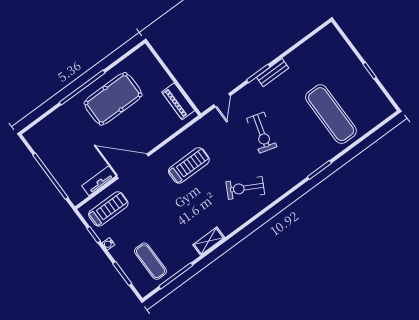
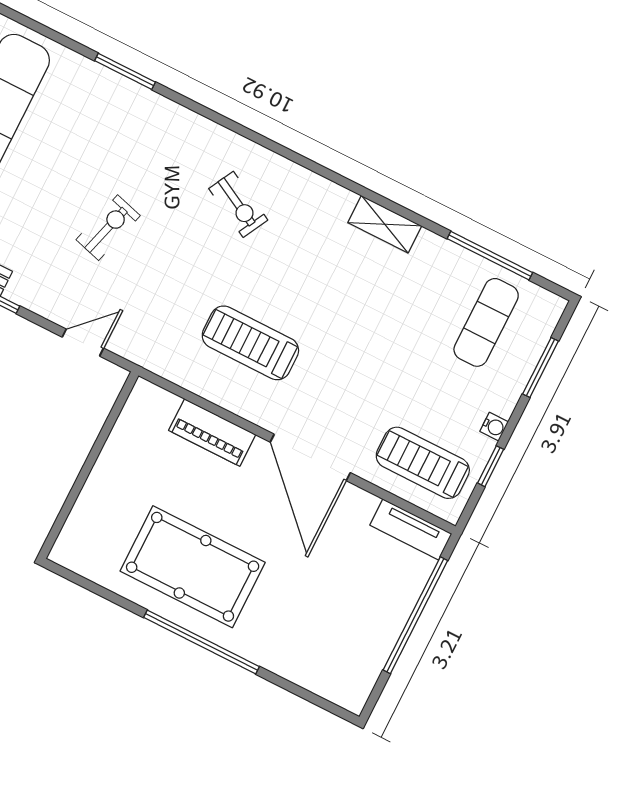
piano: (178, 101) -> (212, 433), moved, turned 90
exercise bike: (262, 133) -> (108, 228), width x0.73, depth x0.72
tv unit: (99, 181) -> (411, 529), moved
exercise bike: (245, 188) -> (238, 204), width x0.73, depth x0.72

